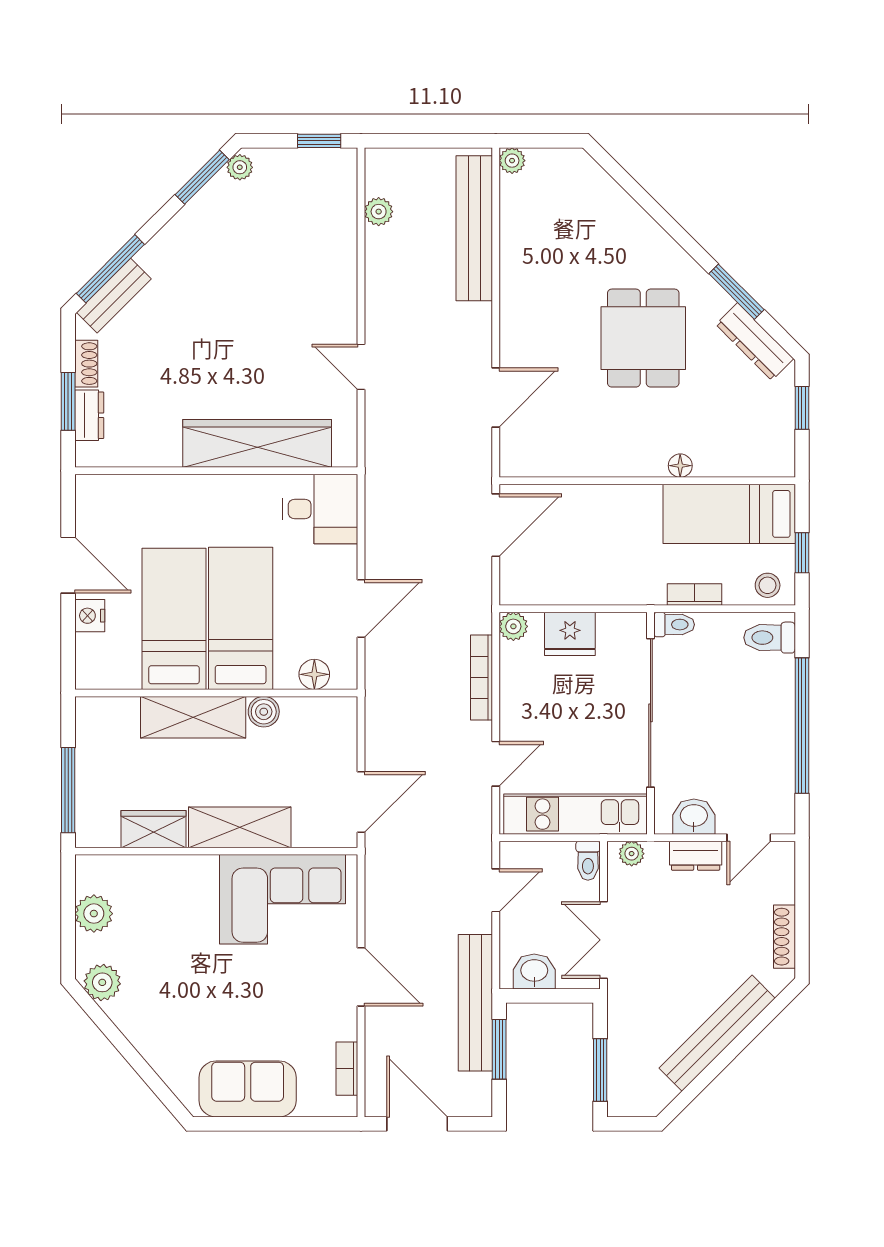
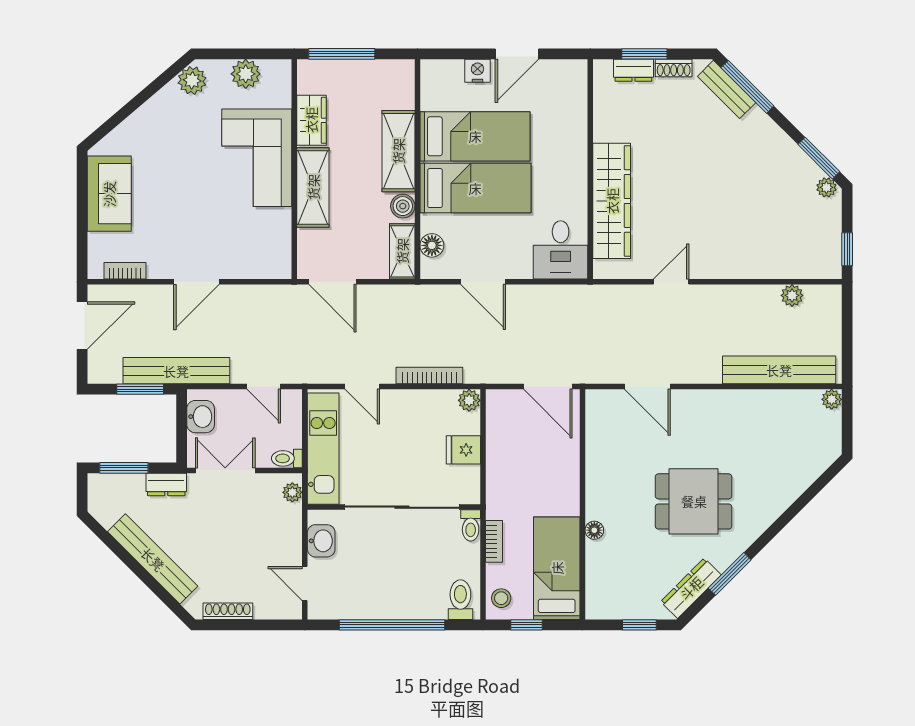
fridge: (570, 634) -> (463, 450), width x0.72
shelving: (322, 712) -> (402, 251), added
dresser: (696, 856) -> (166, 484), moved, turned -90
corner sofa: (282, 899) -> (257, 158), moved

